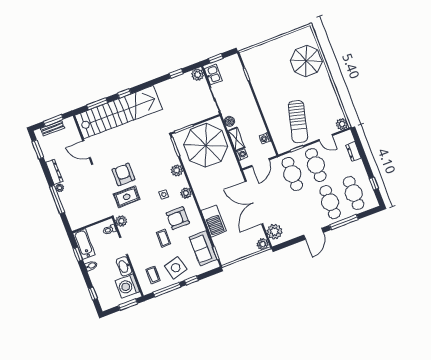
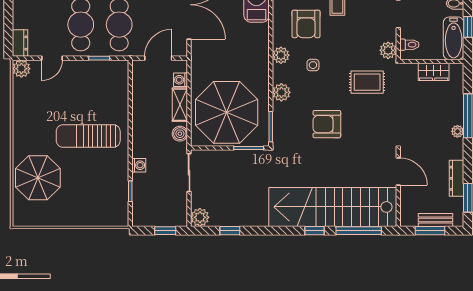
kitchen sink: (213, 74) -> (178, 209), removed
window: (97, 104) -> (359, 231), width x1.44
sun lounger: (298, 122) -> (88, 136), moved, turned -104
washing machine: (265, 138) -> (139, 165), moved
door: (326, 138) -> (52, 58), swing flipped
dresser: (353, 152) -> (20, 43), moved
dresser: (54, 172) -> (457, 178), moved
armchair: (123, 174) -> (327, 124), moved, turned 90
armchair: (178, 218) -> (306, 24), turned 90
wardrobe: (88, 219) -> (434, 72), added

